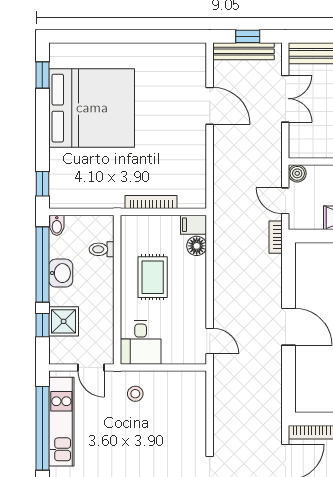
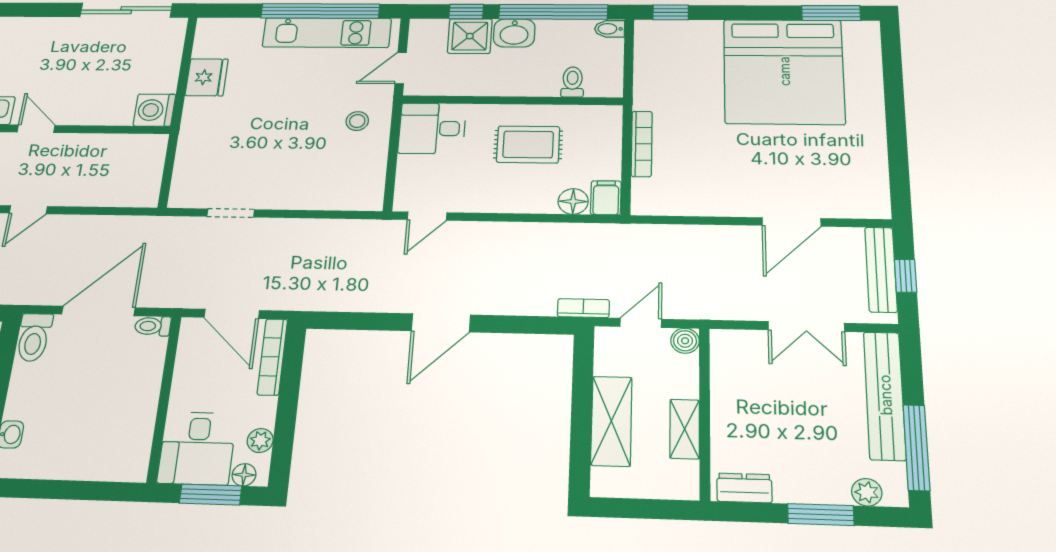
window: (42, 75) -> (831, 13), width x1.50
washbasin: (61, 273) -> (514, 33), moved

